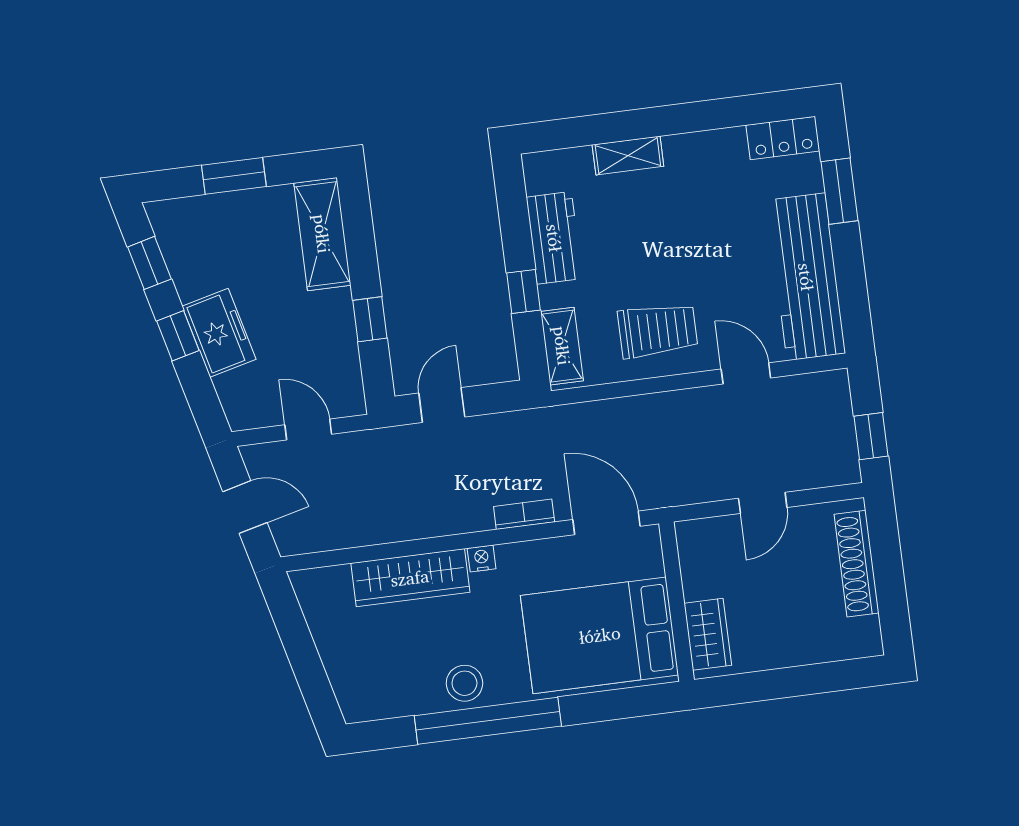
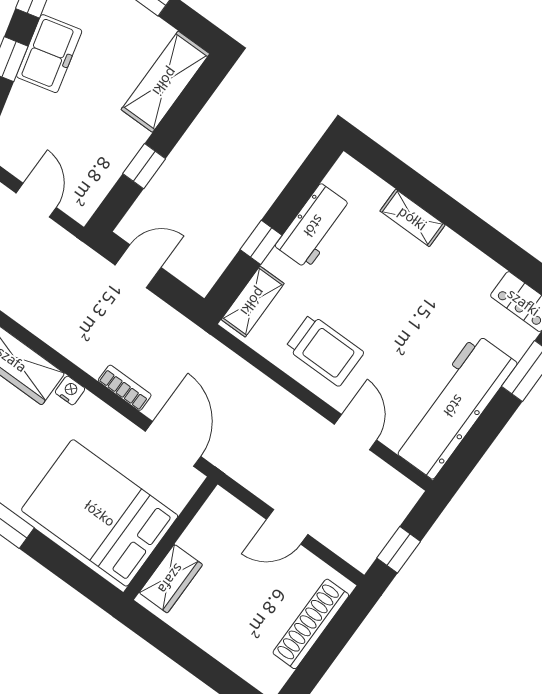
freezer: (219, 333) -> (49, 54), moved

